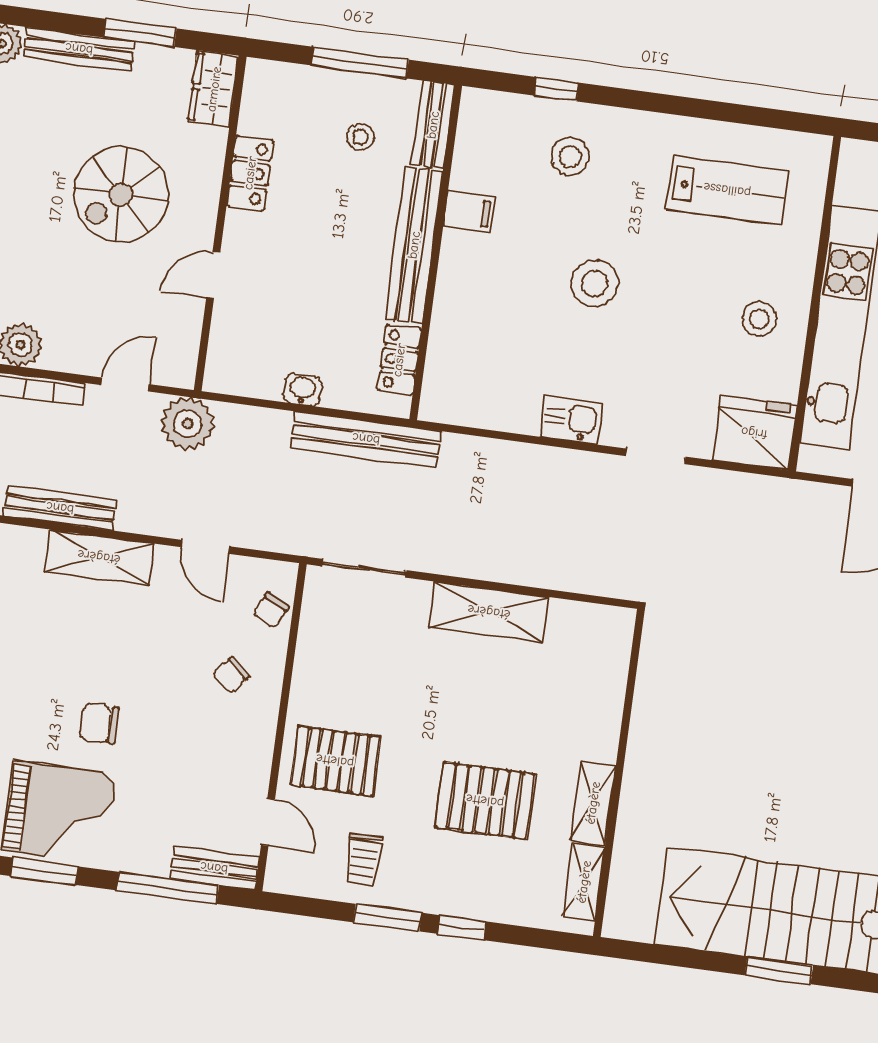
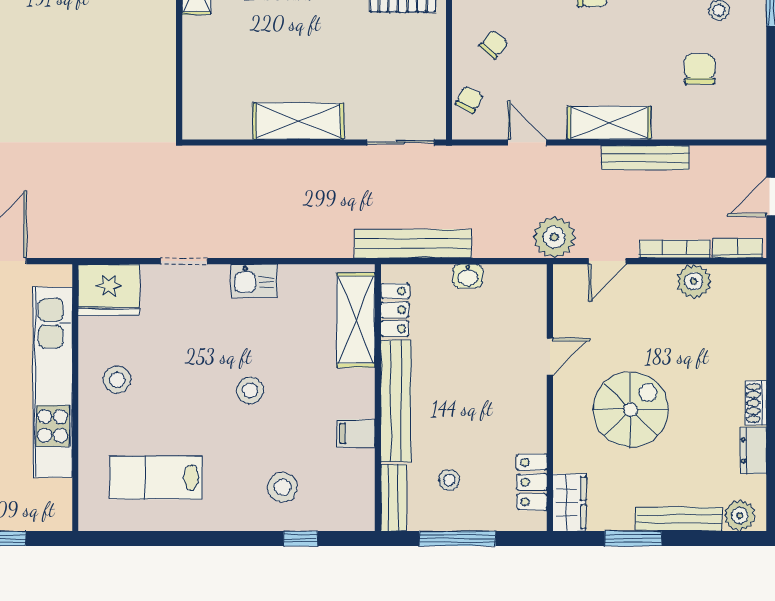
locker: (250, 173) -> (532, 482), moved
stool: (595, 283) -> (250, 390), width x0.73, depth x0.73
shelving: (450, 354) -> (356, 320), added

